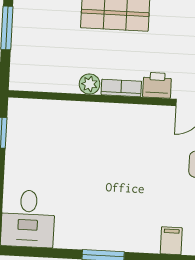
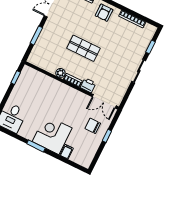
corner desk: (127, 219) -> (52, 135), added

